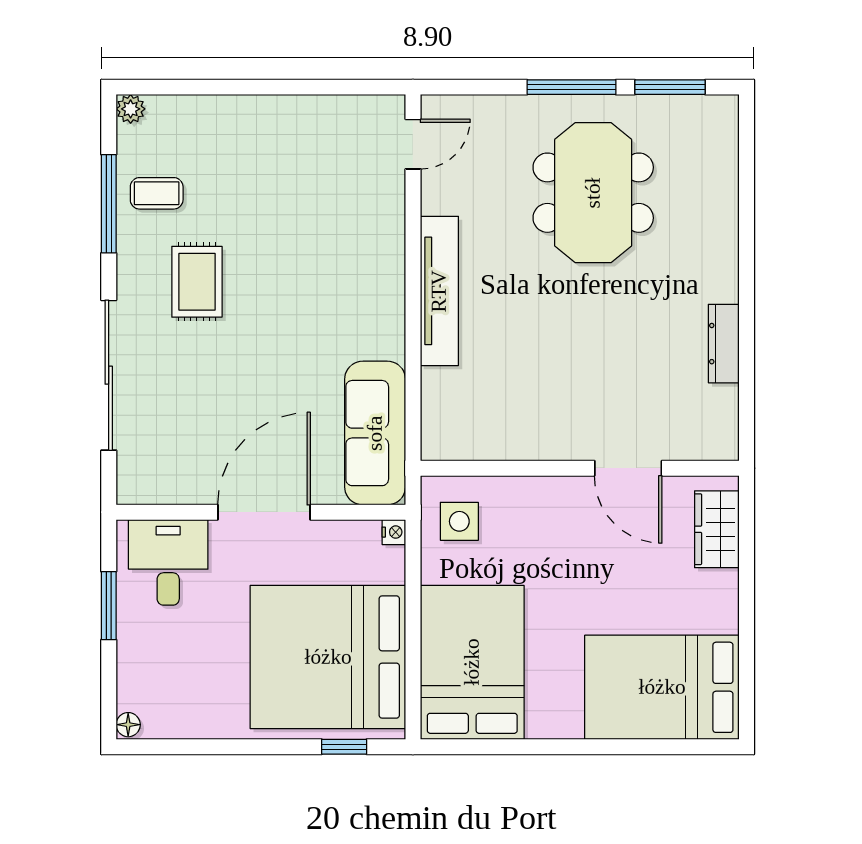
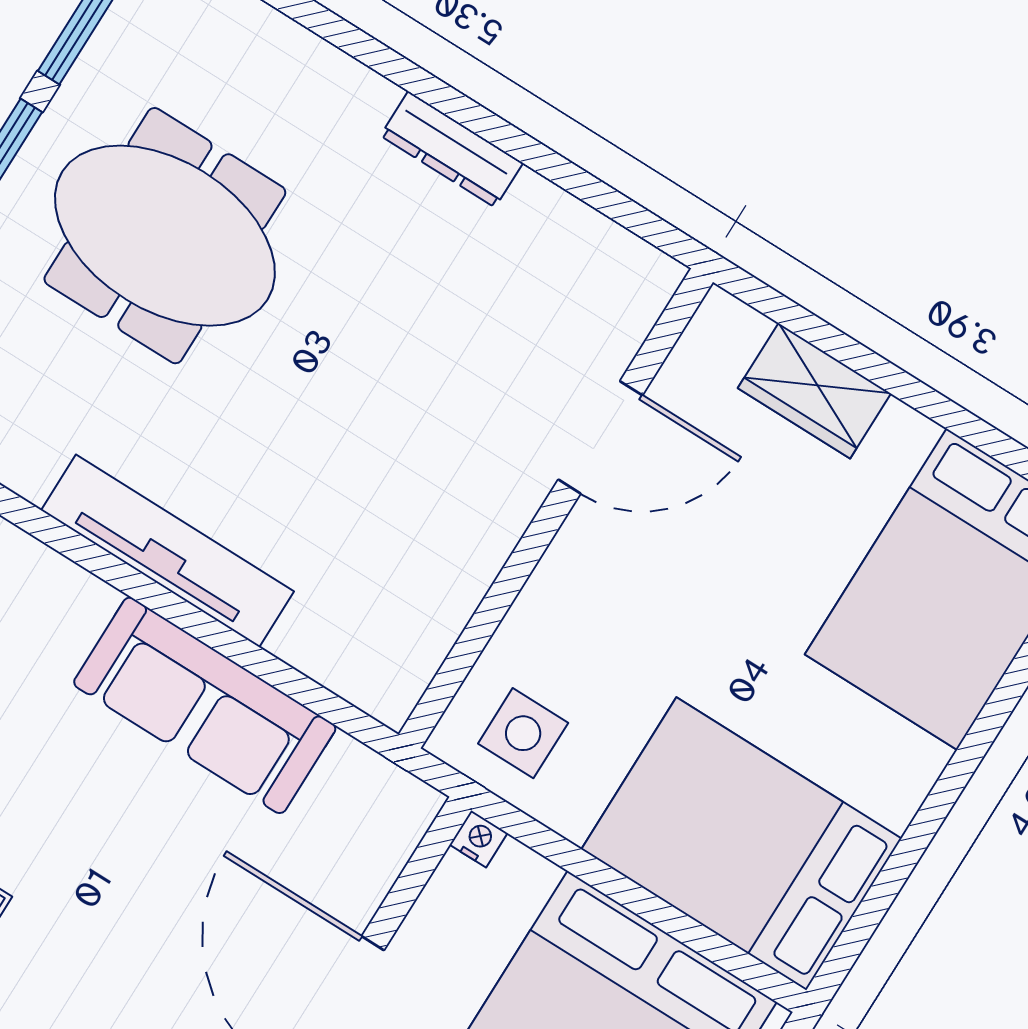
dresser: (724, 344) -> (452, 149), moved
sofa: (375, 433) -> (205, 705), moved
wardrobe: (717, 529) -> (814, 391), moved

